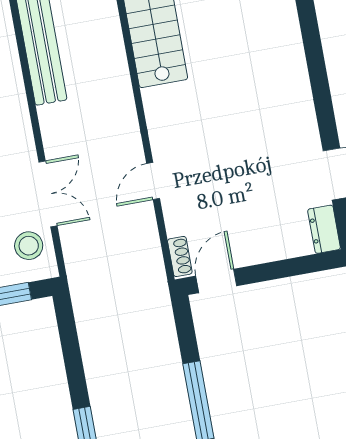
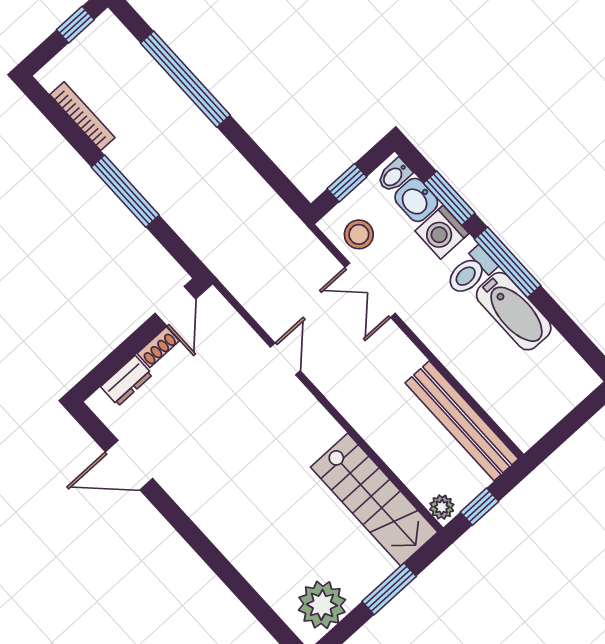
dresser: (324, 229) -> (127, 381), moved, turned 90
shoe rack: (180, 256) -> (158, 347), moved, turned -90

